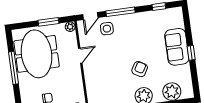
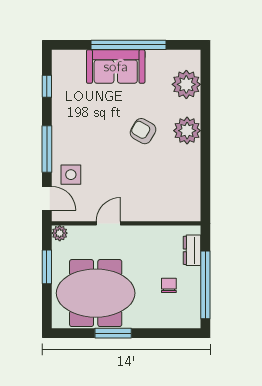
window: (191, 53) -> (128, 45), width x3.17
door: (80, 56) -> (108, 223), hinge flipped
window: (13, 68) -> (113, 333), width x0.69

